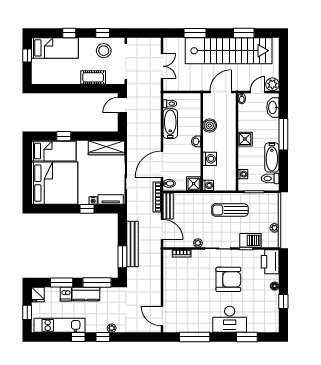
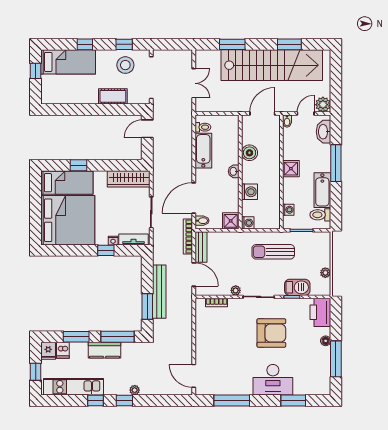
dishwasher: (66, 294) -> (63, 350), moved
window: (283, 301) -> (336, 359), width x2.17

